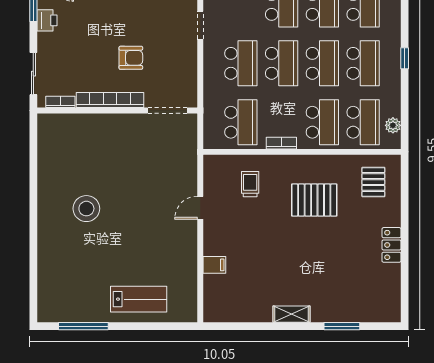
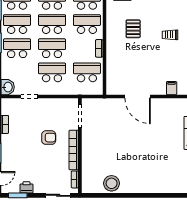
armchair: (131, 58) -> (49, 138), turned 90
trolley: (250, 184) -> (170, 35), moved
pallet: (314, 200) -> (133, 29), width x0.67, depth x0.71
door: (200, 208) -> (138, 96), width x1.88
stool: (86, 209) -> (112, 183), moved

